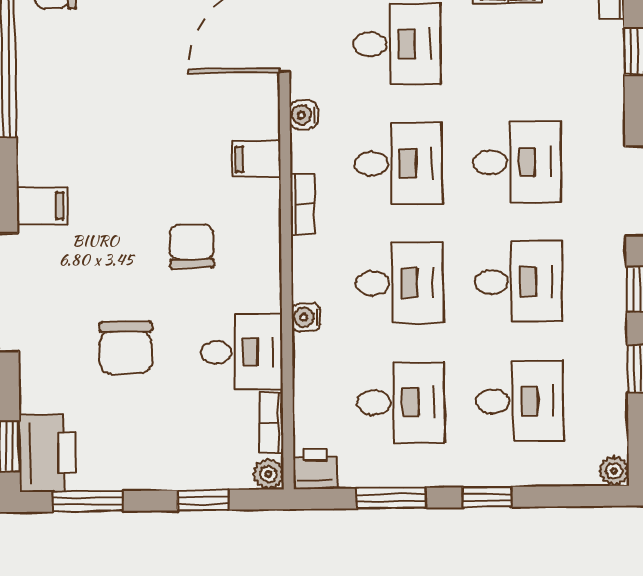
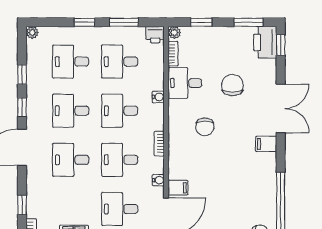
filing cabinet: (256, 159) -> (178, 188), moved

